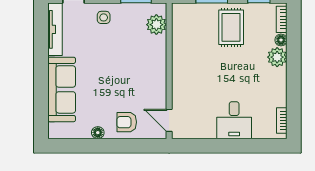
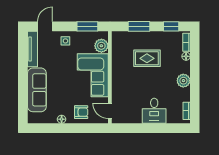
rug: (231, 27) -> (147, 58), moved, turned 90
plant: (277, 57) -> (183, 81), moved
corner sofa: (144, 68) -> (93, 75), added
armchair: (127, 122) -> (81, 112), turned 180

